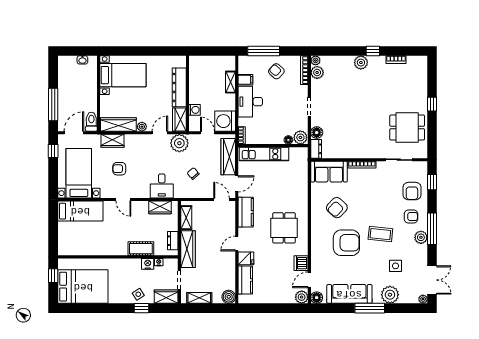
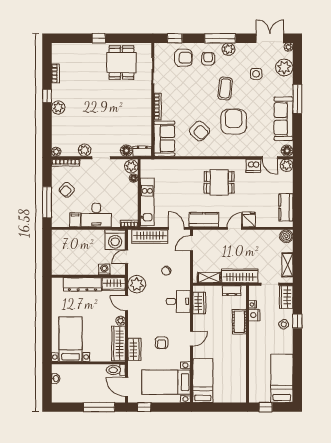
plant: (317, 72) -> (85, 150), moved
shelving: (230, 82) -> (77, 235), removed
door: (237, 244) -> (234, 228), swing flipped
kitchen counter: (245, 280) -> (286, 207), moved, turned -90
bed: (83, 287) -> (282, 378), width x0.67
plant: (390, 295) -> (284, 67), moved

